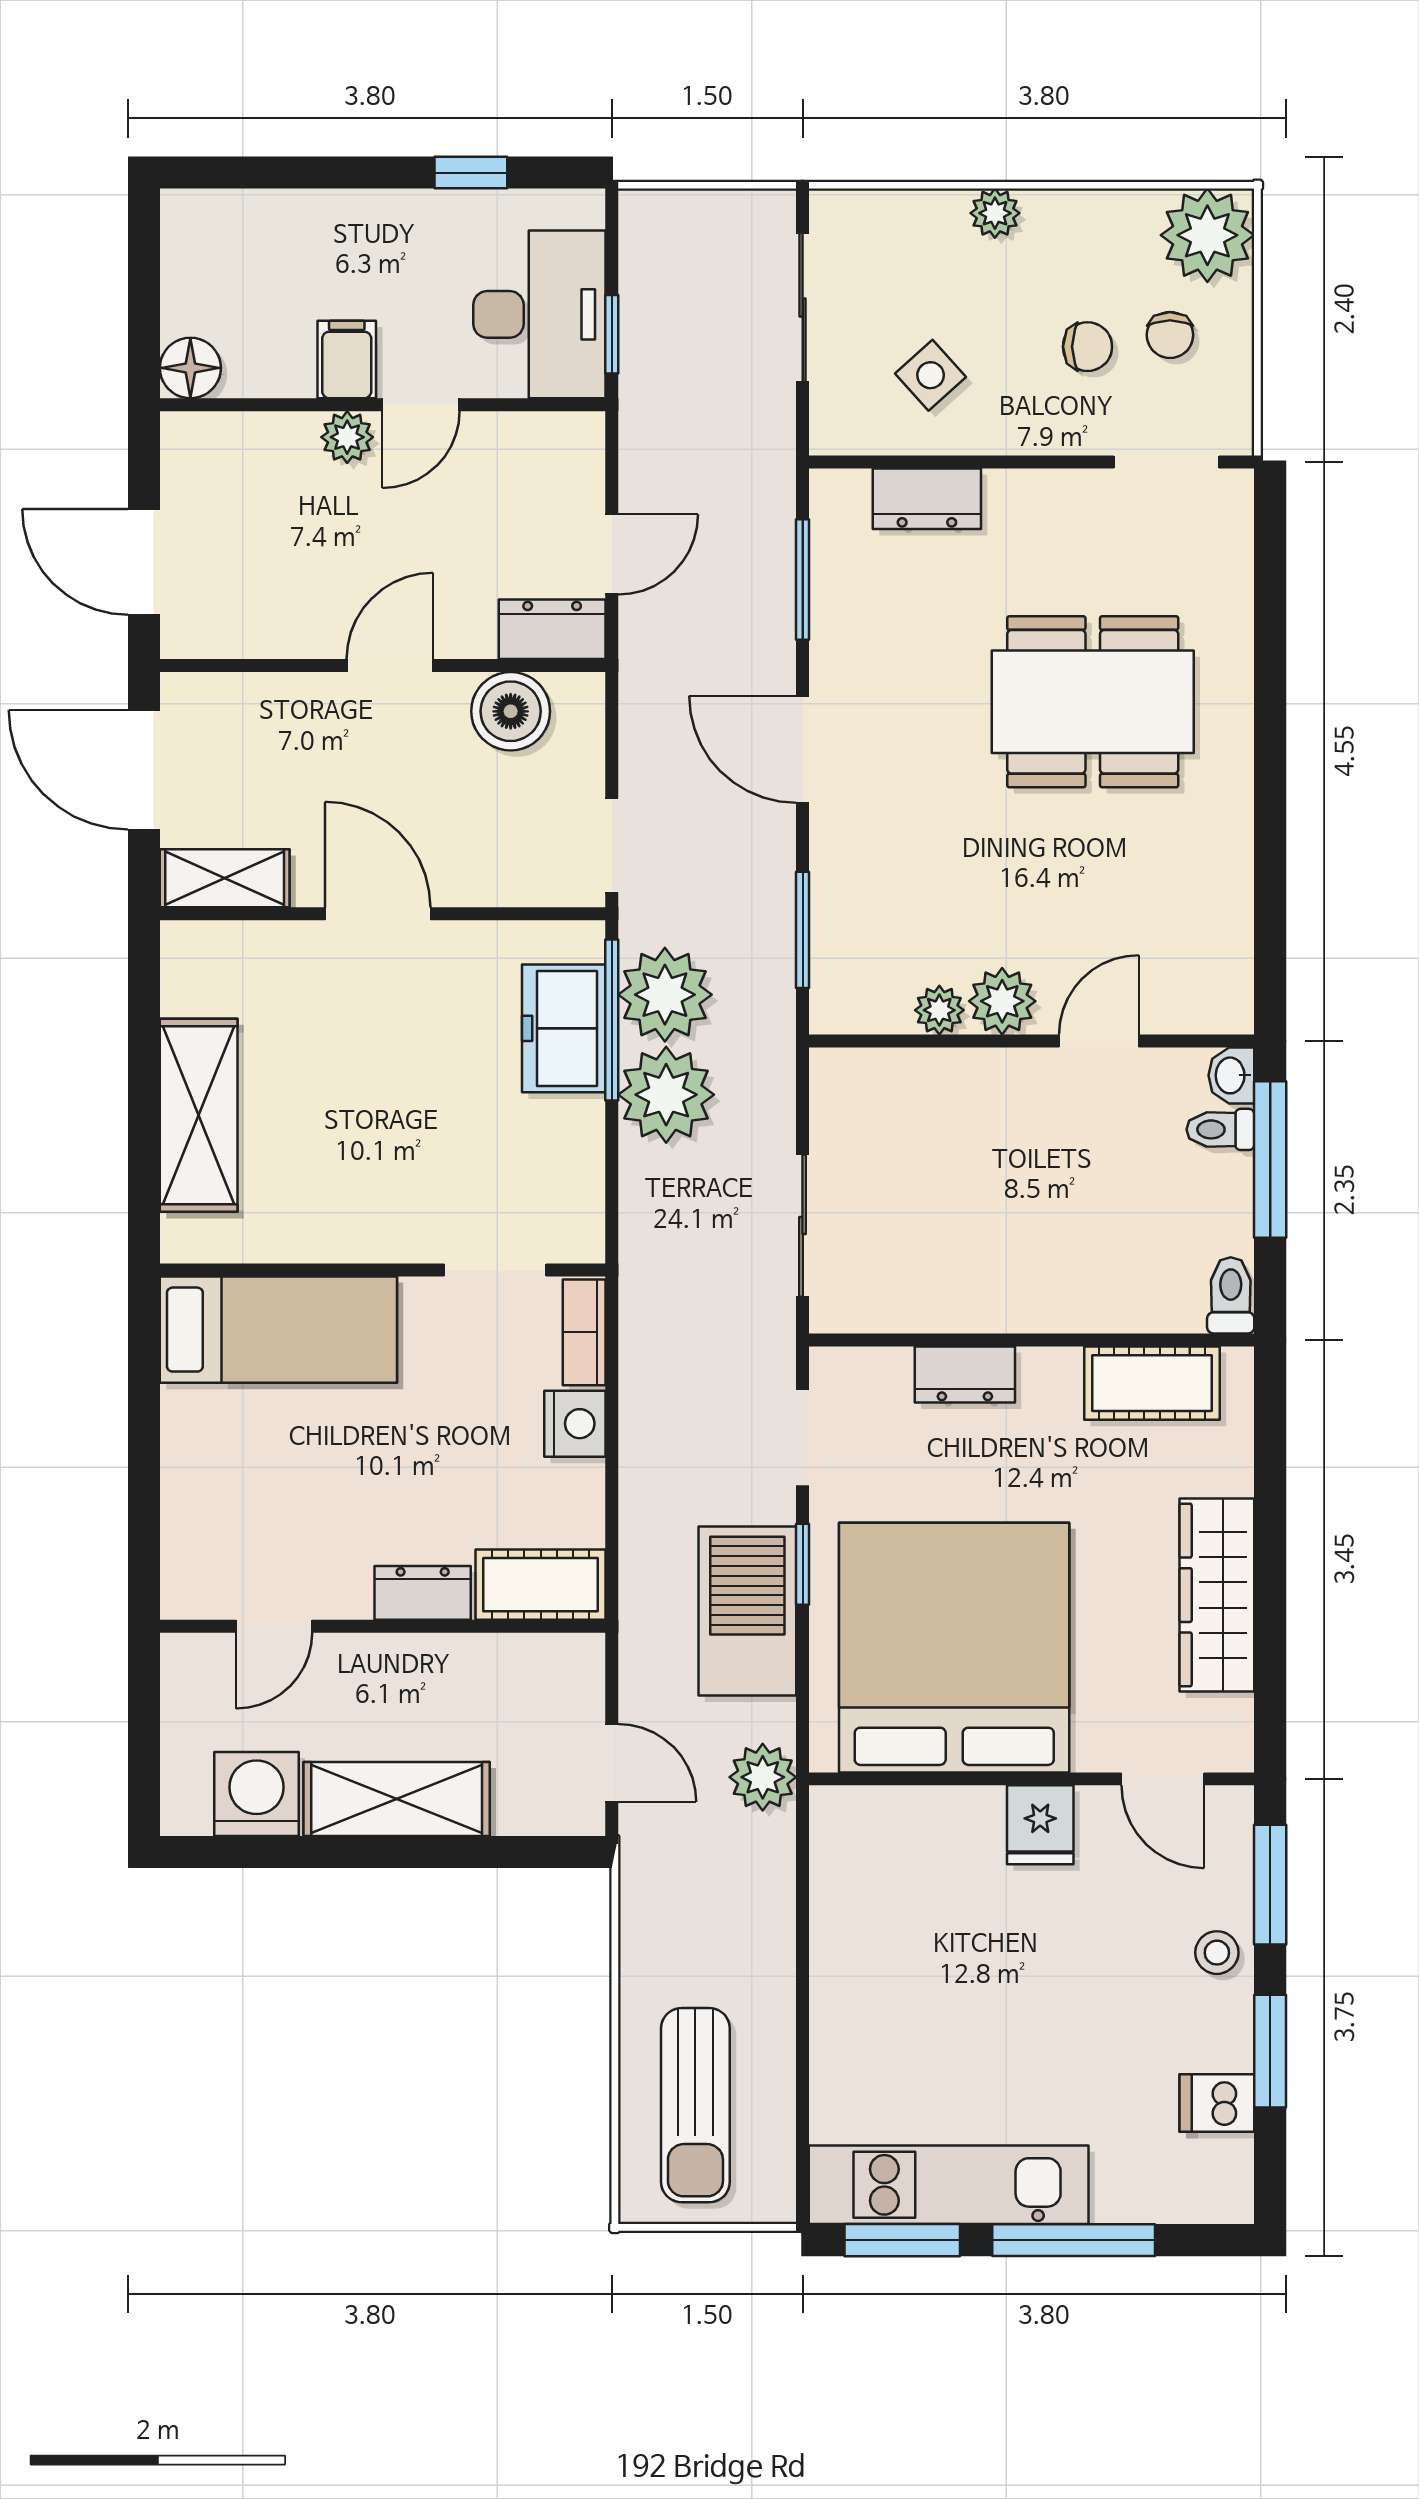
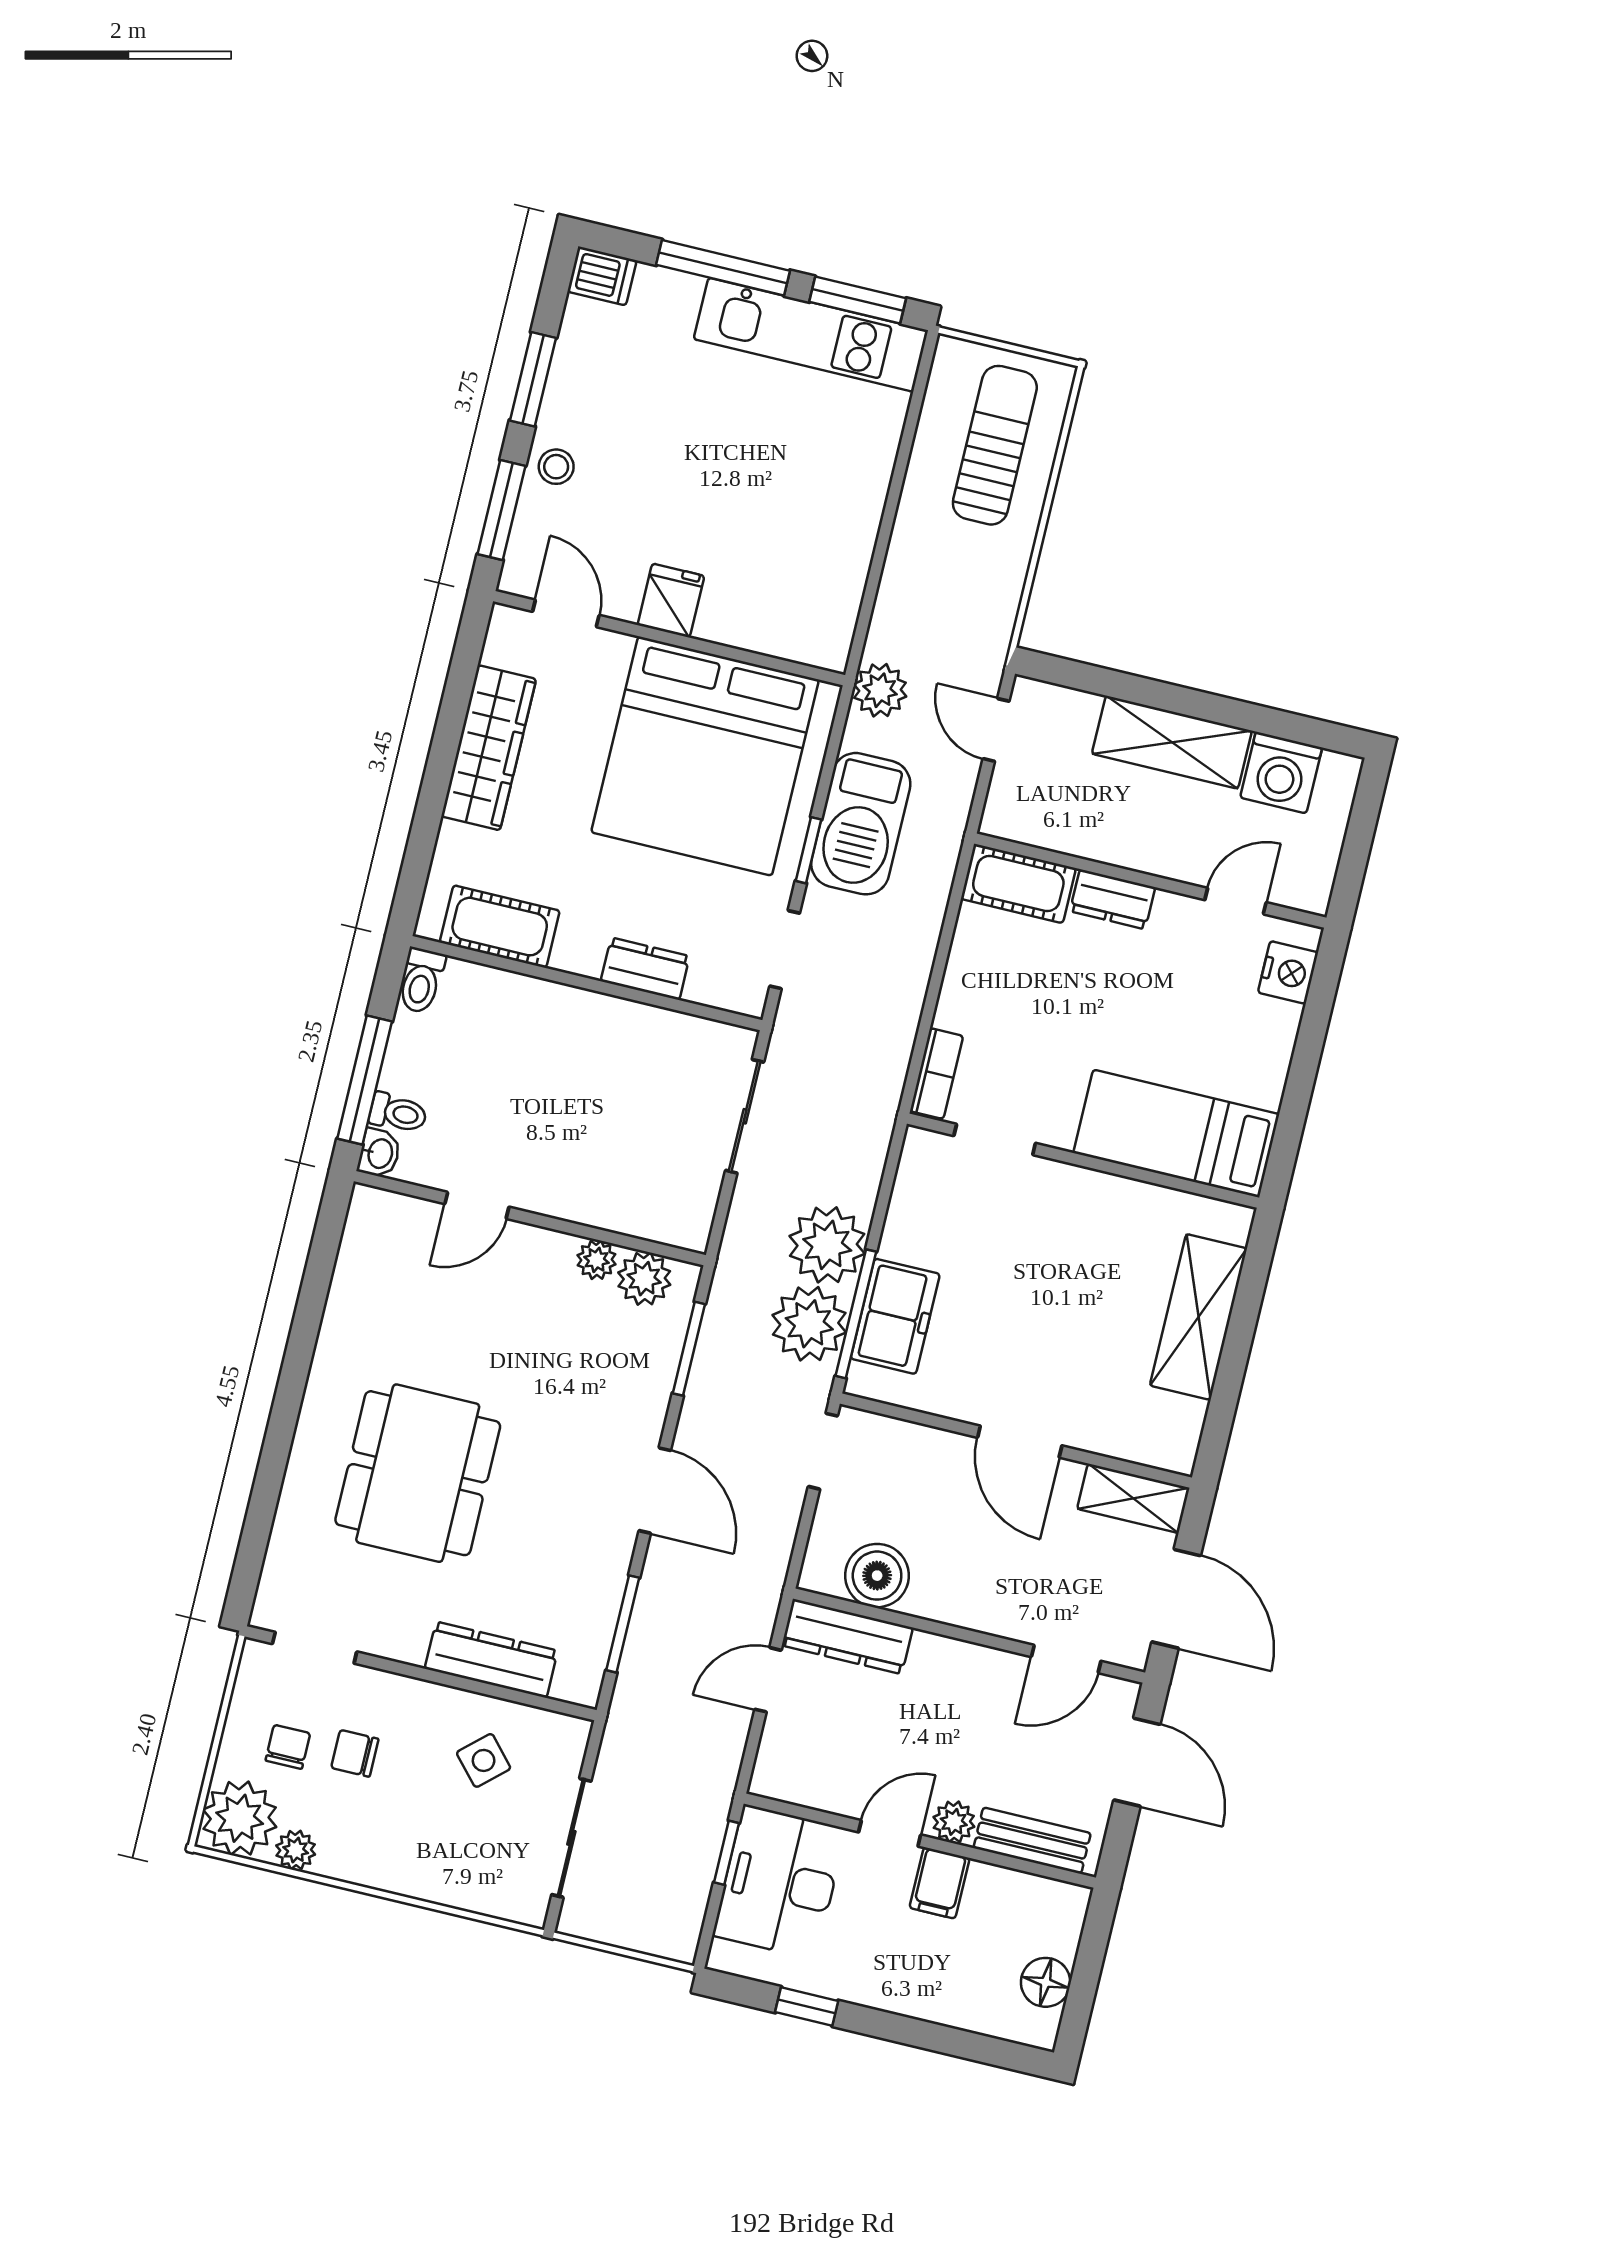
plant: (995, 213) -> (296, 1850), moved
floor lamp: (190, 368) -> (1046, 1982), moved
bench: (248, 437) -> (1032, 1841), added
dresser: (927, 499) -> (491, 1660), width x1.44
dresser: (552, 629) -> (847, 1637), width x1.44
door: (390, 666) -> (1066, 1659), moved
dining table: (1093, 702) -> (418, 1473), turned 90
plant: (1002, 1001) -> (644, 1279), moved
nightstand: (575, 1424) -> (1288, 972), moved, turned 180
dishwasher: (1217, 2103) -> (602, 276), moved

